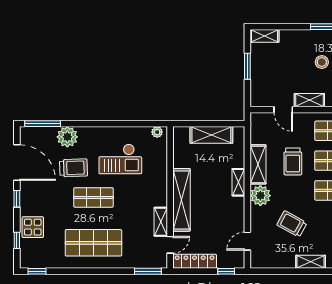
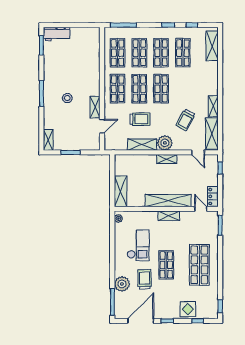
shelving: (211, 135) -> (121, 191), moved
shelving: (238, 182) -> (167, 159), moved
shelving: (161, 222) -> (169, 216), moved
shelving: (273, 260) -> (212, 134), added
locker: (195, 261) -> (213, 196), width x0.66

